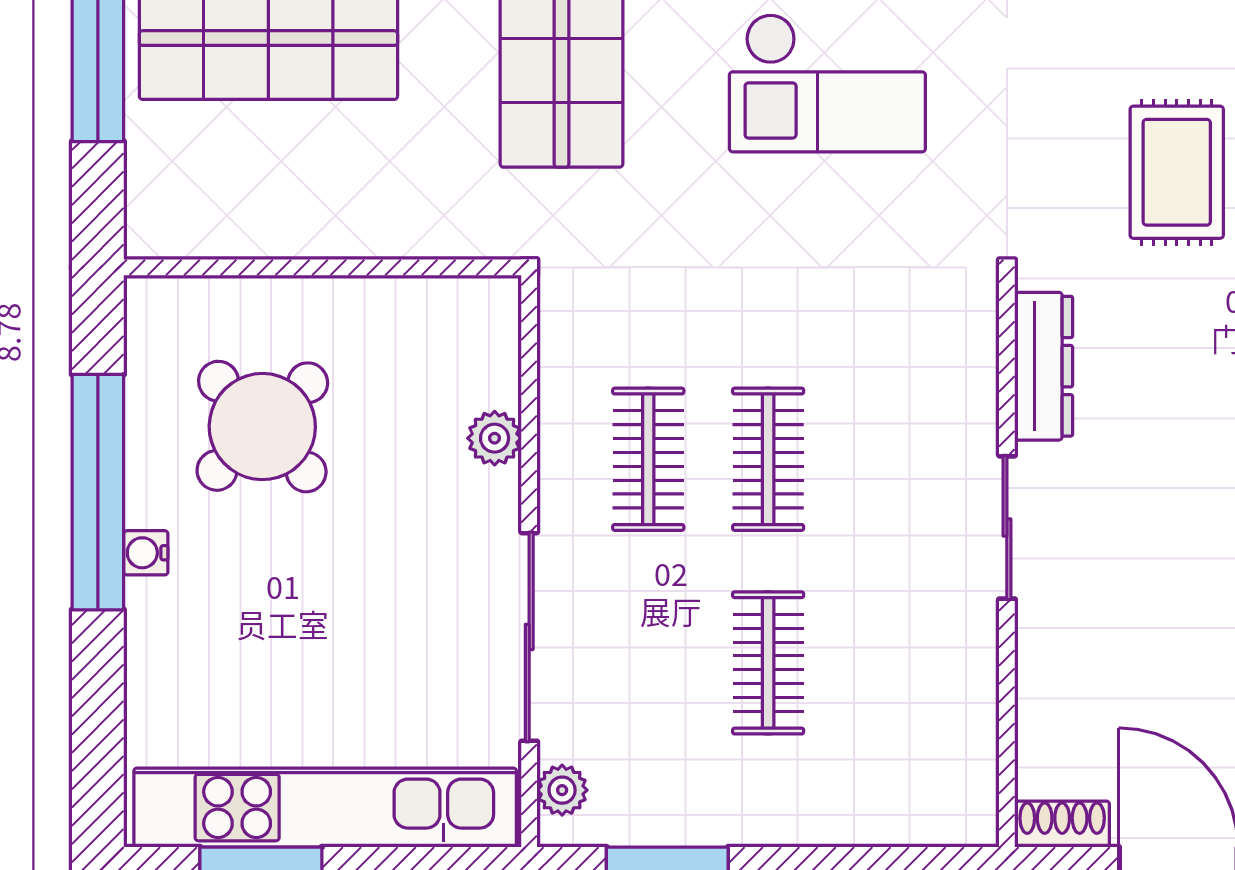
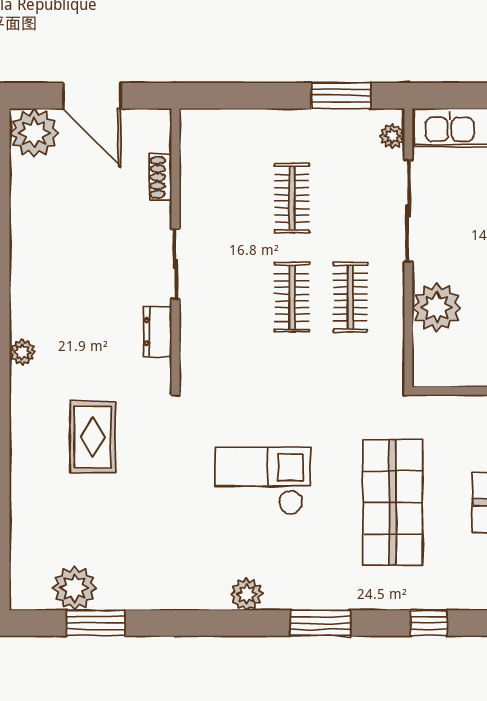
dresser: (1044, 366) -> (158, 332), width x0.70
plant: (495, 438) -> (437, 308), width x1.88, depth x1.88
shoe rack: (1062, 824) -> (161, 177), moved, turned 90

